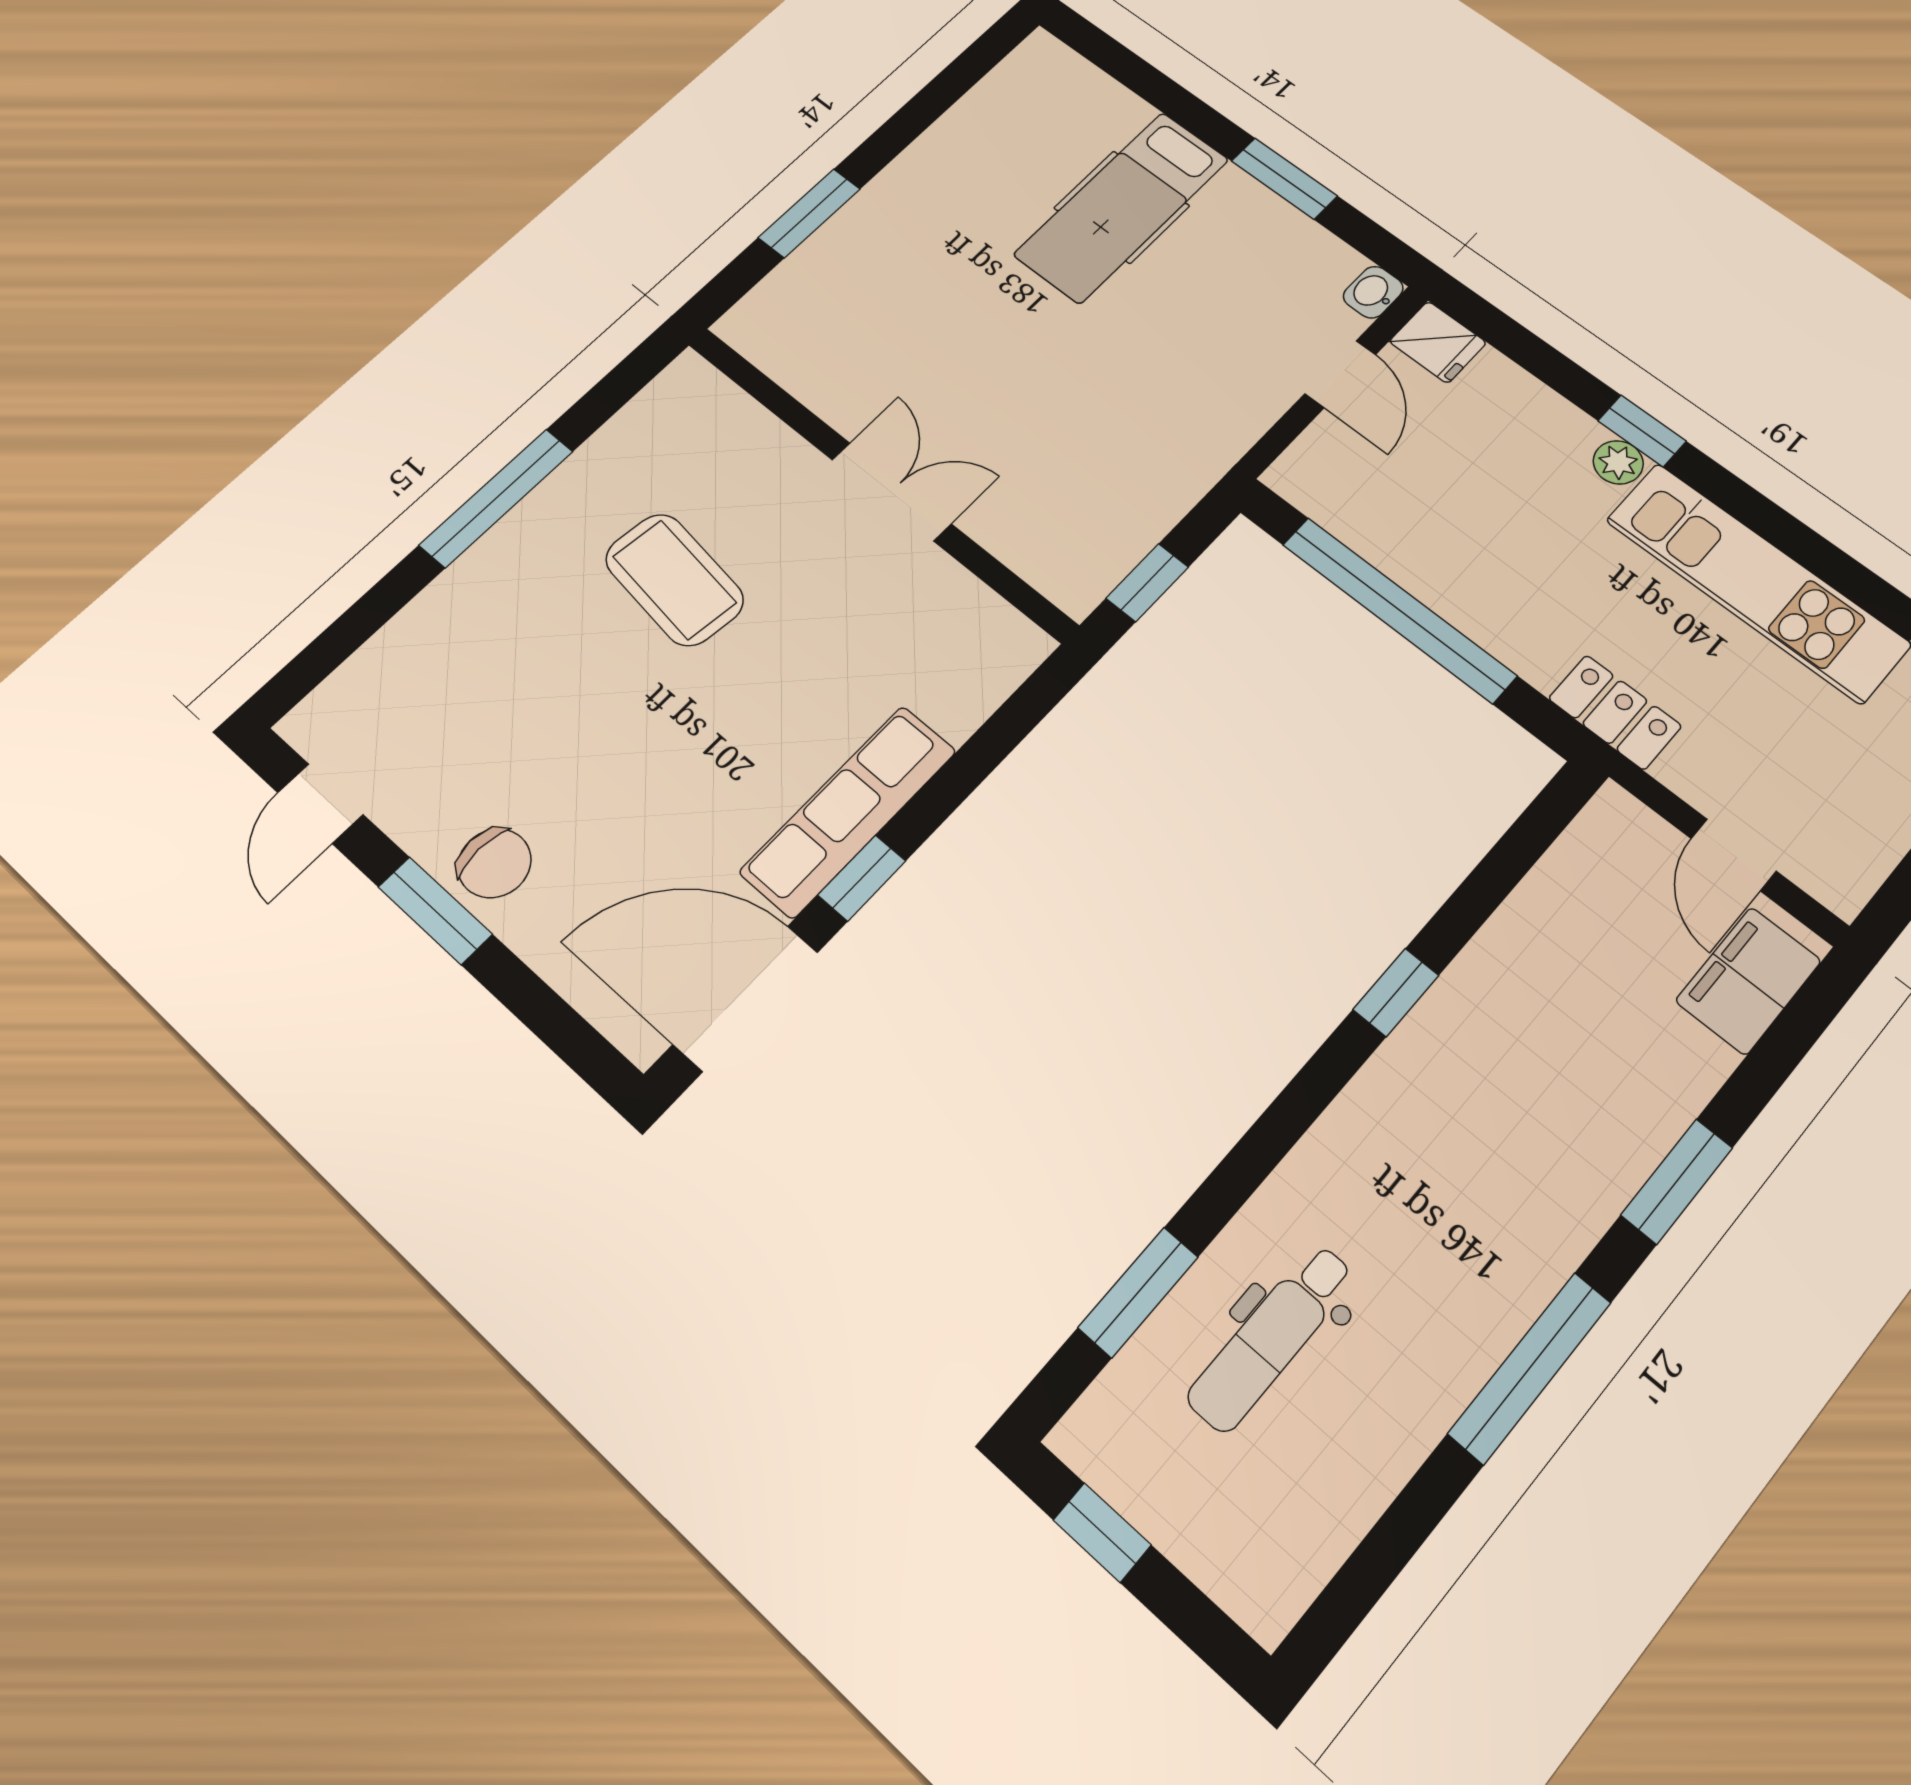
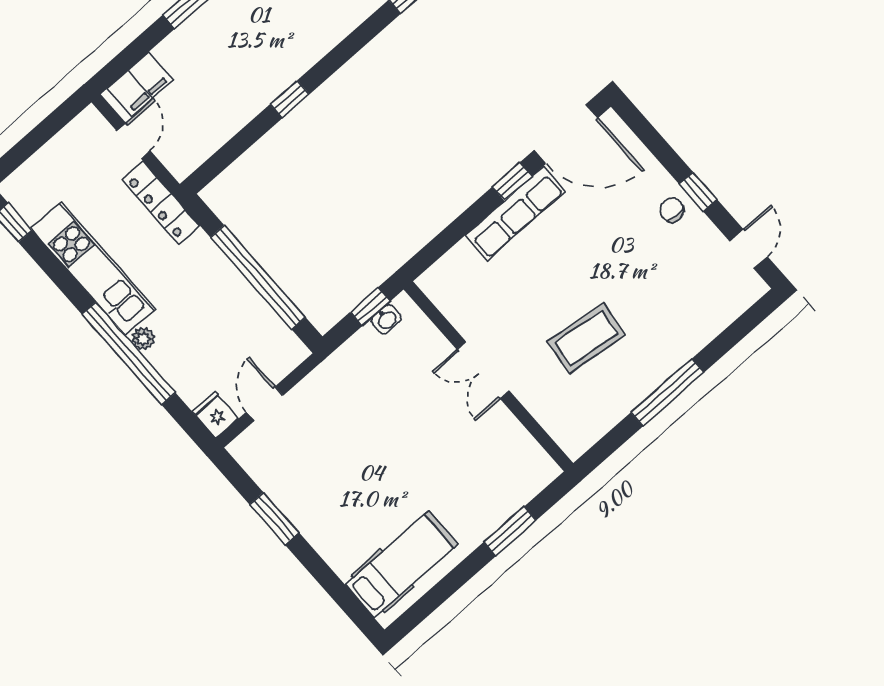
hospital bed: (1122, 207) -> (401, 564), moved
washbasin: (1373, 292) -> (386, 319), moved
window: (1642, 431) -> (129, 353), width x3.17
coffee table: (674, 580) -> (586, 338), turned 90
locker: (1615, 712) -> (161, 203), width x1.53
chair: (494, 863) -> (672, 210), width x0.73, depth x0.73
window: (435, 911) -> (698, 192), width x0.67

